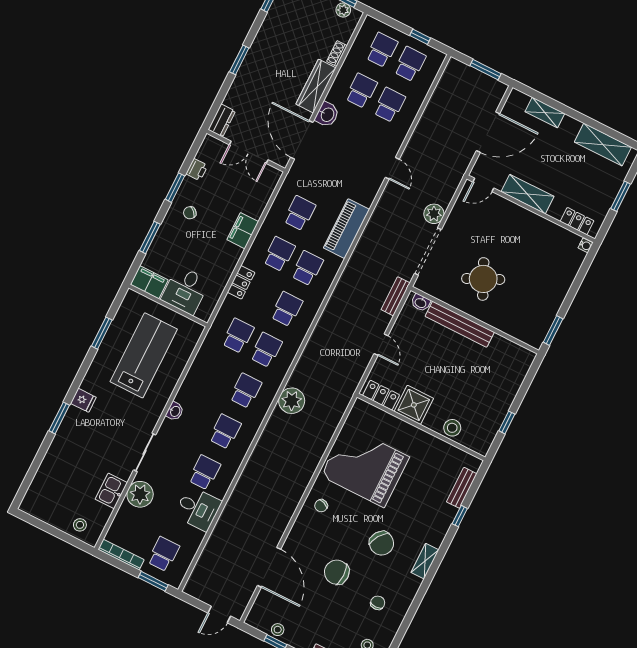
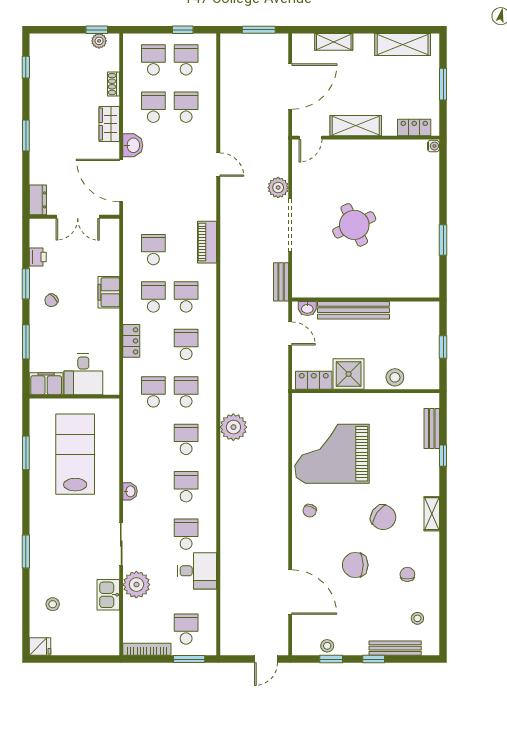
wardrobe: (316, 86) -> (109, 124), width x0.67
piano: (346, 229) -> (207, 242), width x0.73, depth x0.75
washbasin: (421, 303) -> (307, 308), moved
wall: (475, 320) -> (366, 299), moved
bench: (460, 324) -> (354, 310), moved
fridge: (83, 400) -> (40, 647), moved
stool: (80, 525) -> (53, 604), moved

